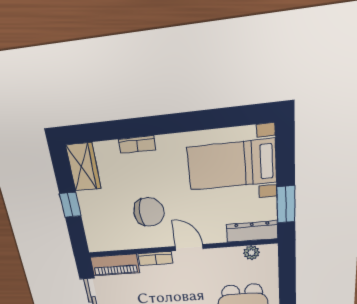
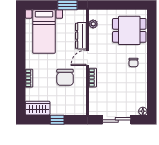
chair: (149, 212) -> (65, 77), turned 180
dresser: (252, 232) -> (81, 36), moved
piano: (115, 265) -> (95, 102), removed

